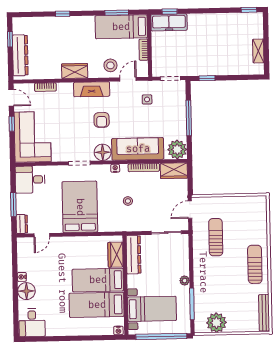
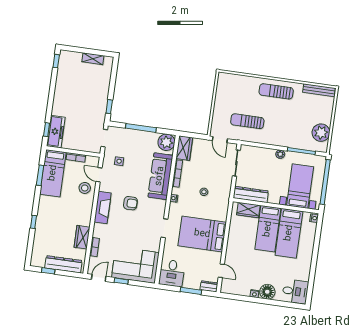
wardrobe: (75, 71) -> (82, 237), moved
floor lamp: (103, 152) -> (158, 207), removed

